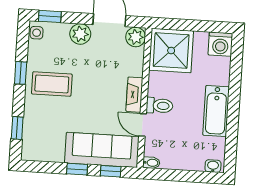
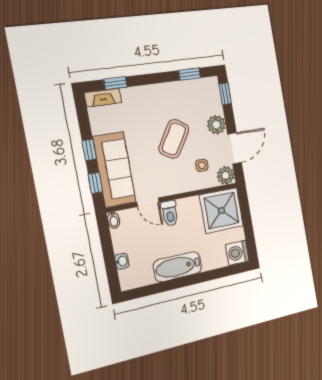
side table: (37, 33) -> (202, 165), moved
window: (21, 73) -> (190, 74), moved
coffee table: (52, 84) -> (174, 139), moved, turned 32
fireplace: (134, 95) -> (103, 98), moved, turned 180
door: (143, 125) -> (148, 202), swing flipped
washbasin: (213, 166) -> (122, 261), moved

